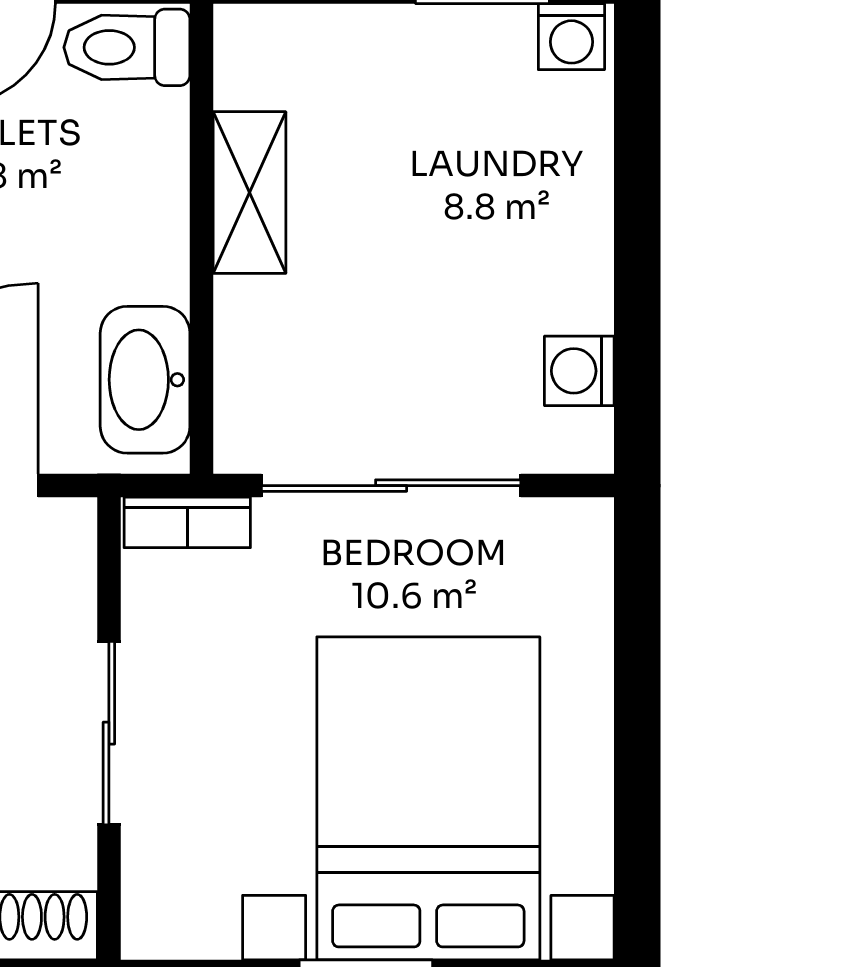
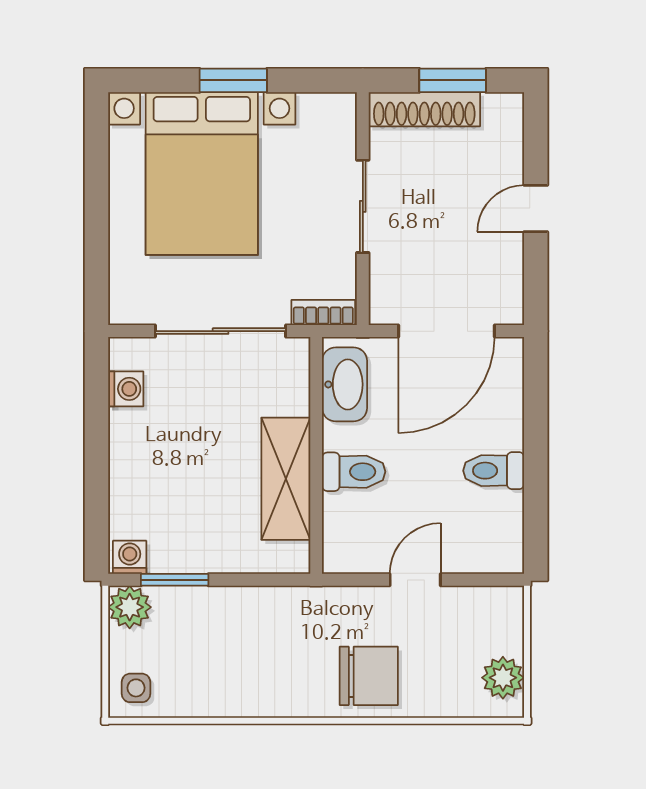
toilet: (127, 47) -> (354, 472), moved
shelving: (249, 193) -> (286, 479), width x1.50, depth x1.33

